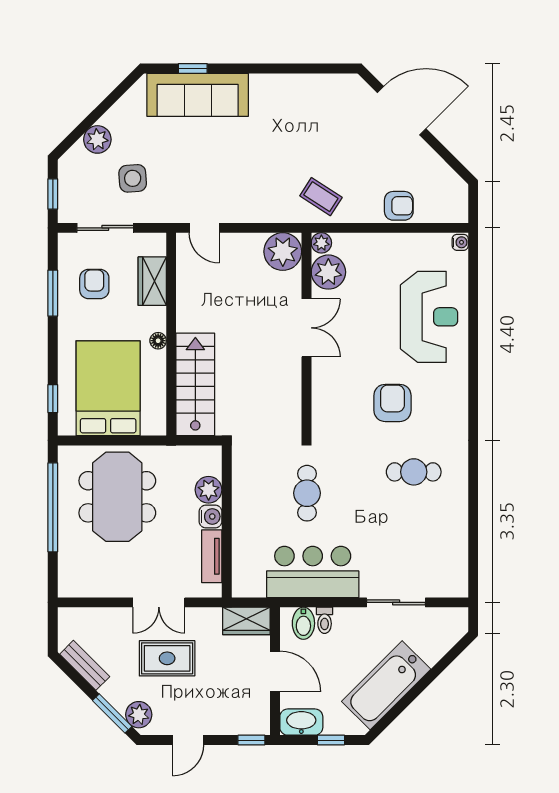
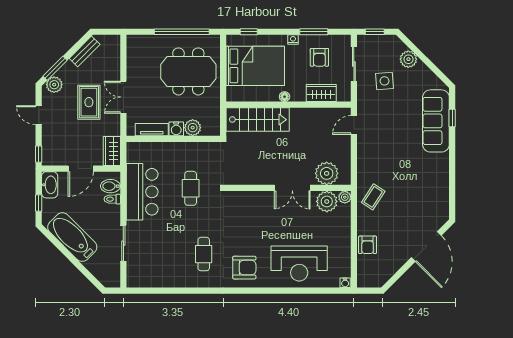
plant: (283, 252) -> (327, 173), moved
armchair: (94, 284) -> (319, 57), turned 90
nightstand: (65, 327) -> (293, 40), added
armchair: (392, 403) -> (244, 268), moved
cafe table: (307, 493) -> (191, 188), turned 90

